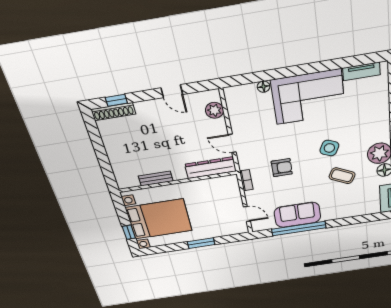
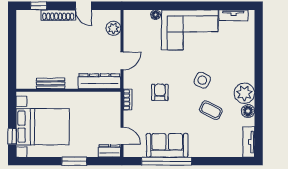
shoe rack: (113, 112) -> (58, 15), moved
door: (232, 143) -> (122, 61), swing flipped
armchair: (282, 168) -> (160, 92), turned -90
dresser: (236, 229) -> (109, 151), added

